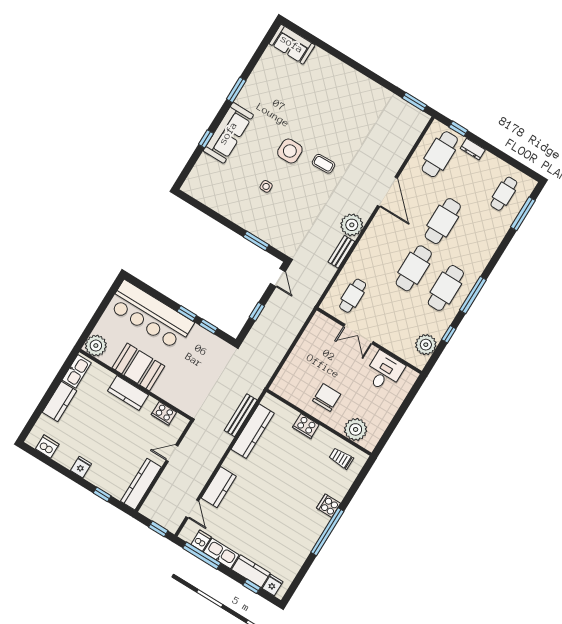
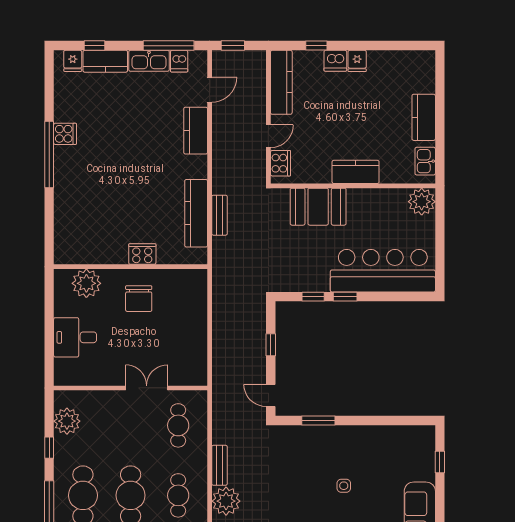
window: (206, 139) -> (440, 462), moved
cafe table: (382, 249) -> (178, 495), added
booth: (138, 367) -> (318, 207), moved
kitchen sink: (77, 371) -> (425, 161), width x0.73
desk: (384, 372) -> (75, 337), moved, turned 90
cooker: (164, 413) -> (281, 163), moved, turned 90
bench: (241, 415) -> (219, 215), width x0.73
dishwasher: (47, 447) -> (335, 61), moved
trolley: (341, 458) -> (83, 243), removed
cooker: (329, 506) -> (65, 134), moved
door: (192, 509) -> (210, 90), swing flipped

